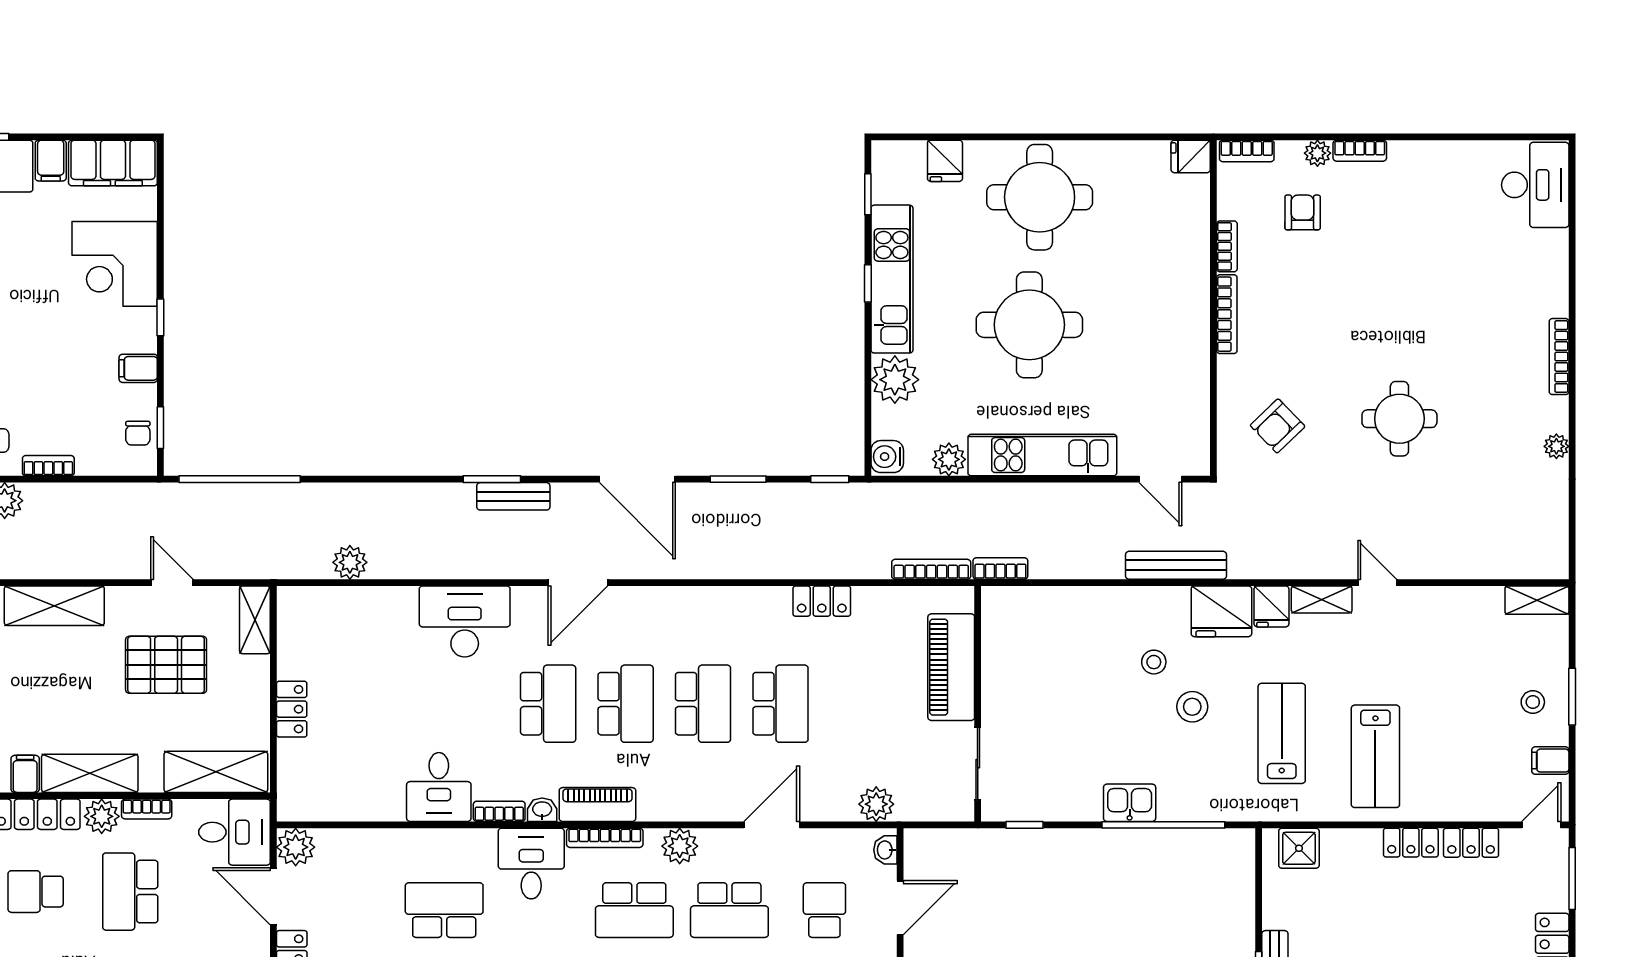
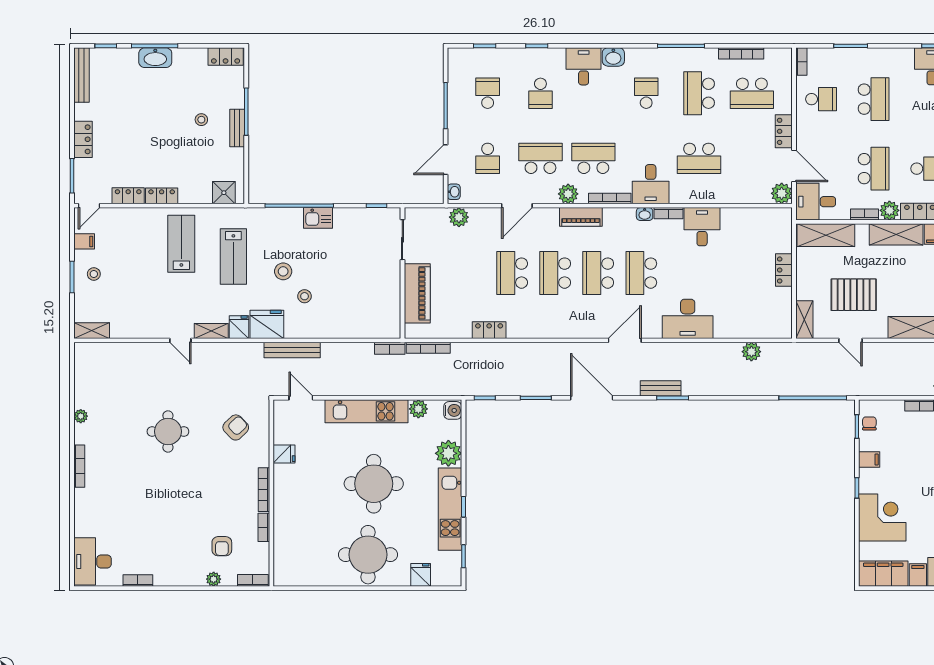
bookcase: (1360, 151) -> (138, 581), moved
fridge: (1191, 156) -> (284, 454), moved
piano: (597, 805) -> (581, 217), moved

